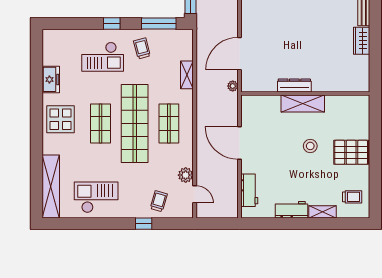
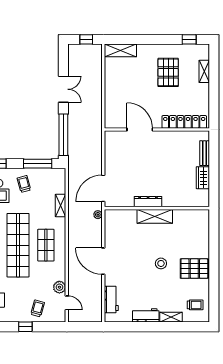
dresser: (294, 85) -> (148, 202), moved
wall: (305, 93) -> (157, 208), moved
shelving: (303, 103) -> (155, 216), moved

